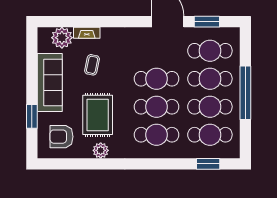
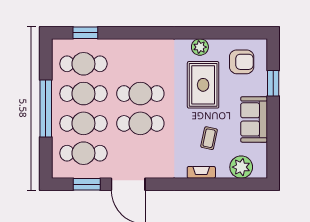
fireplace: (87, 33) -> (201, 172), moved
sofa: (50, 82) -> (254, 119), width x0.73
cafe table: (156, 135) -> (140, 64), removed

